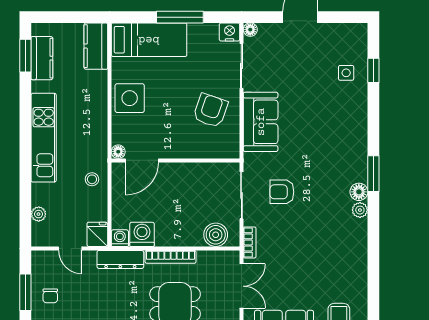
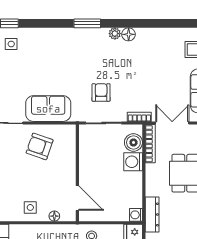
side table: (130, 98) -> (30, 207), width x0.54, depth x0.54
floor lamp: (118, 152) -> (54, 216), moved
armchair: (282, 192) -> (101, 92), turned 180
floor lamp: (359, 192) -> (129, 34), moved
washing machine: (142, 234) -> (133, 162), moved
bookcase: (171, 257) -> (150, 144), moved

